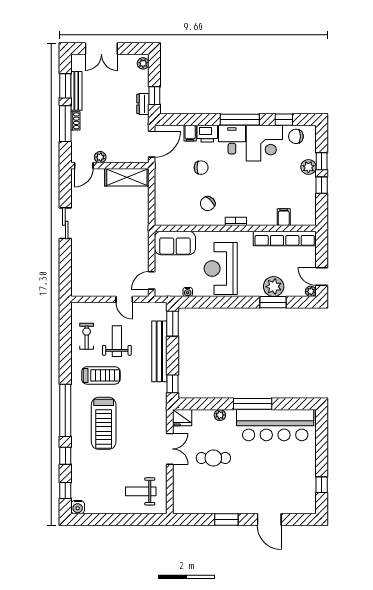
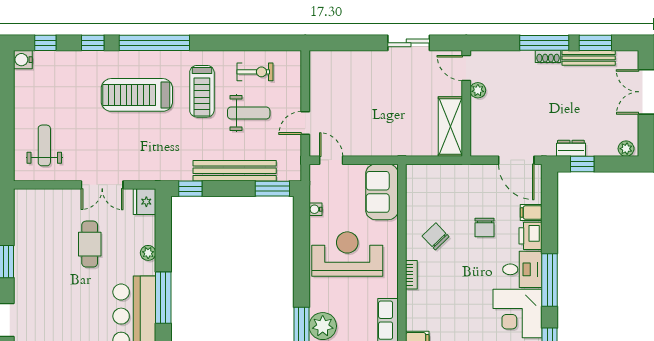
plant: (100, 157) -> (478, 90), moved
door: (84, 166) -> (466, 68), moved
wall: (110, 166) -> (466, 103), moved
shelving: (127, 177) -> (450, 126), moved

